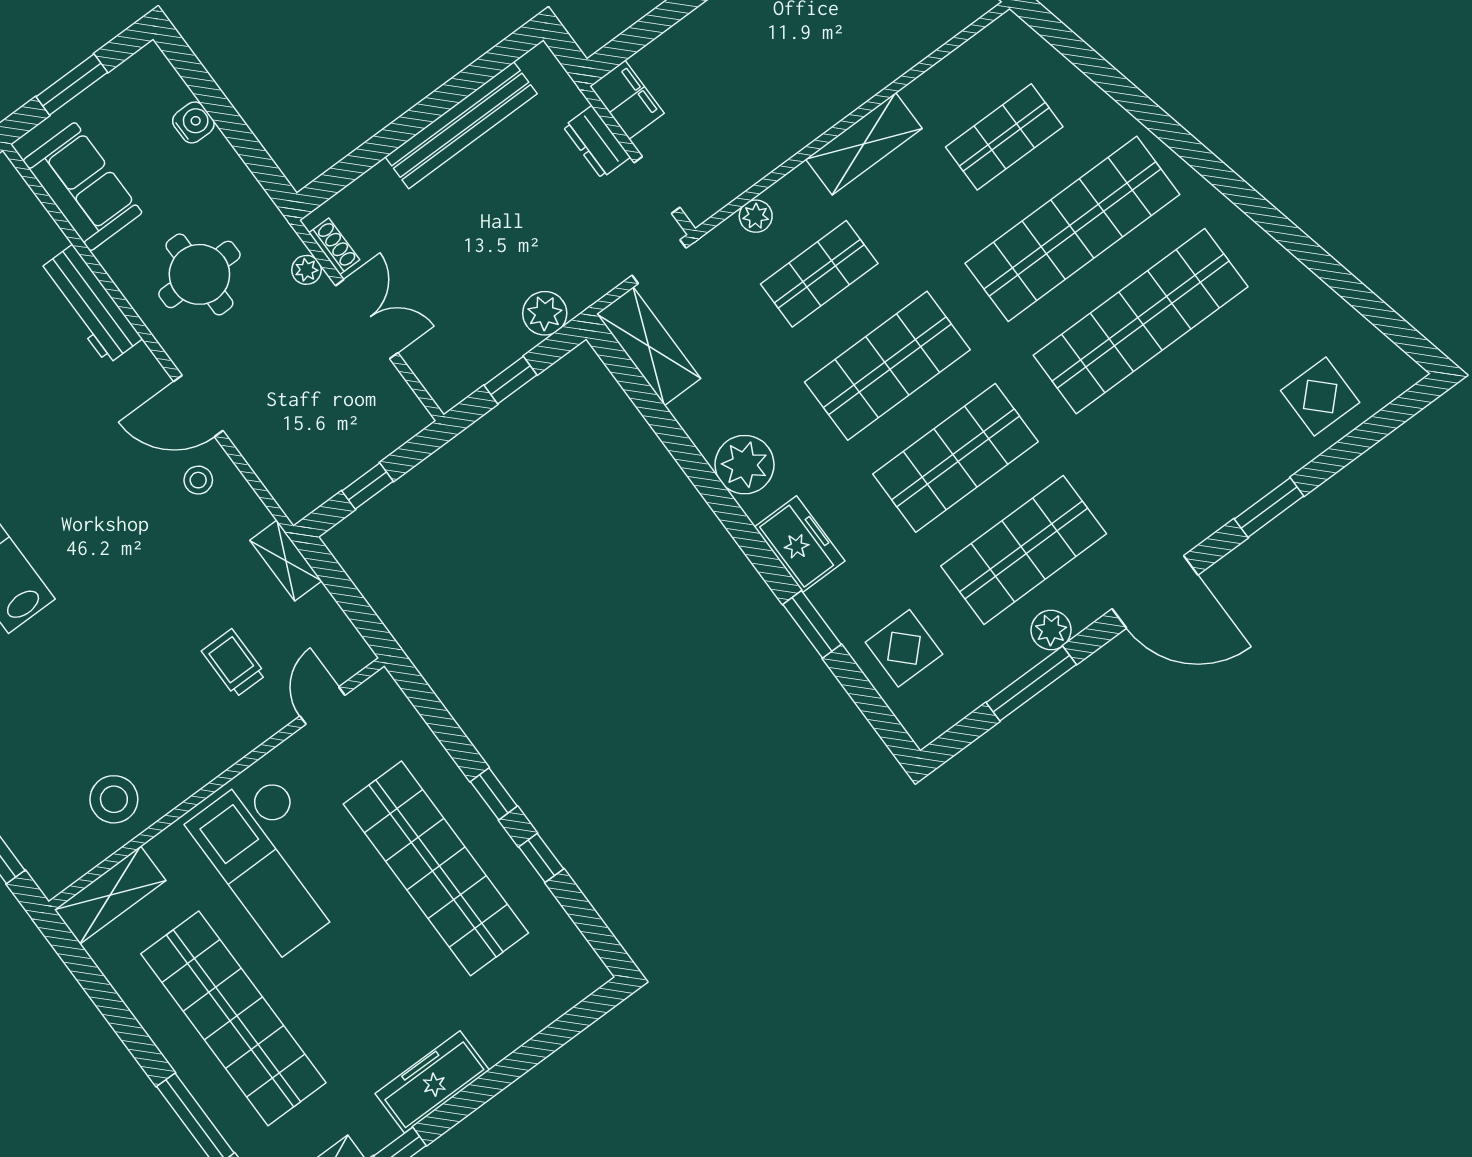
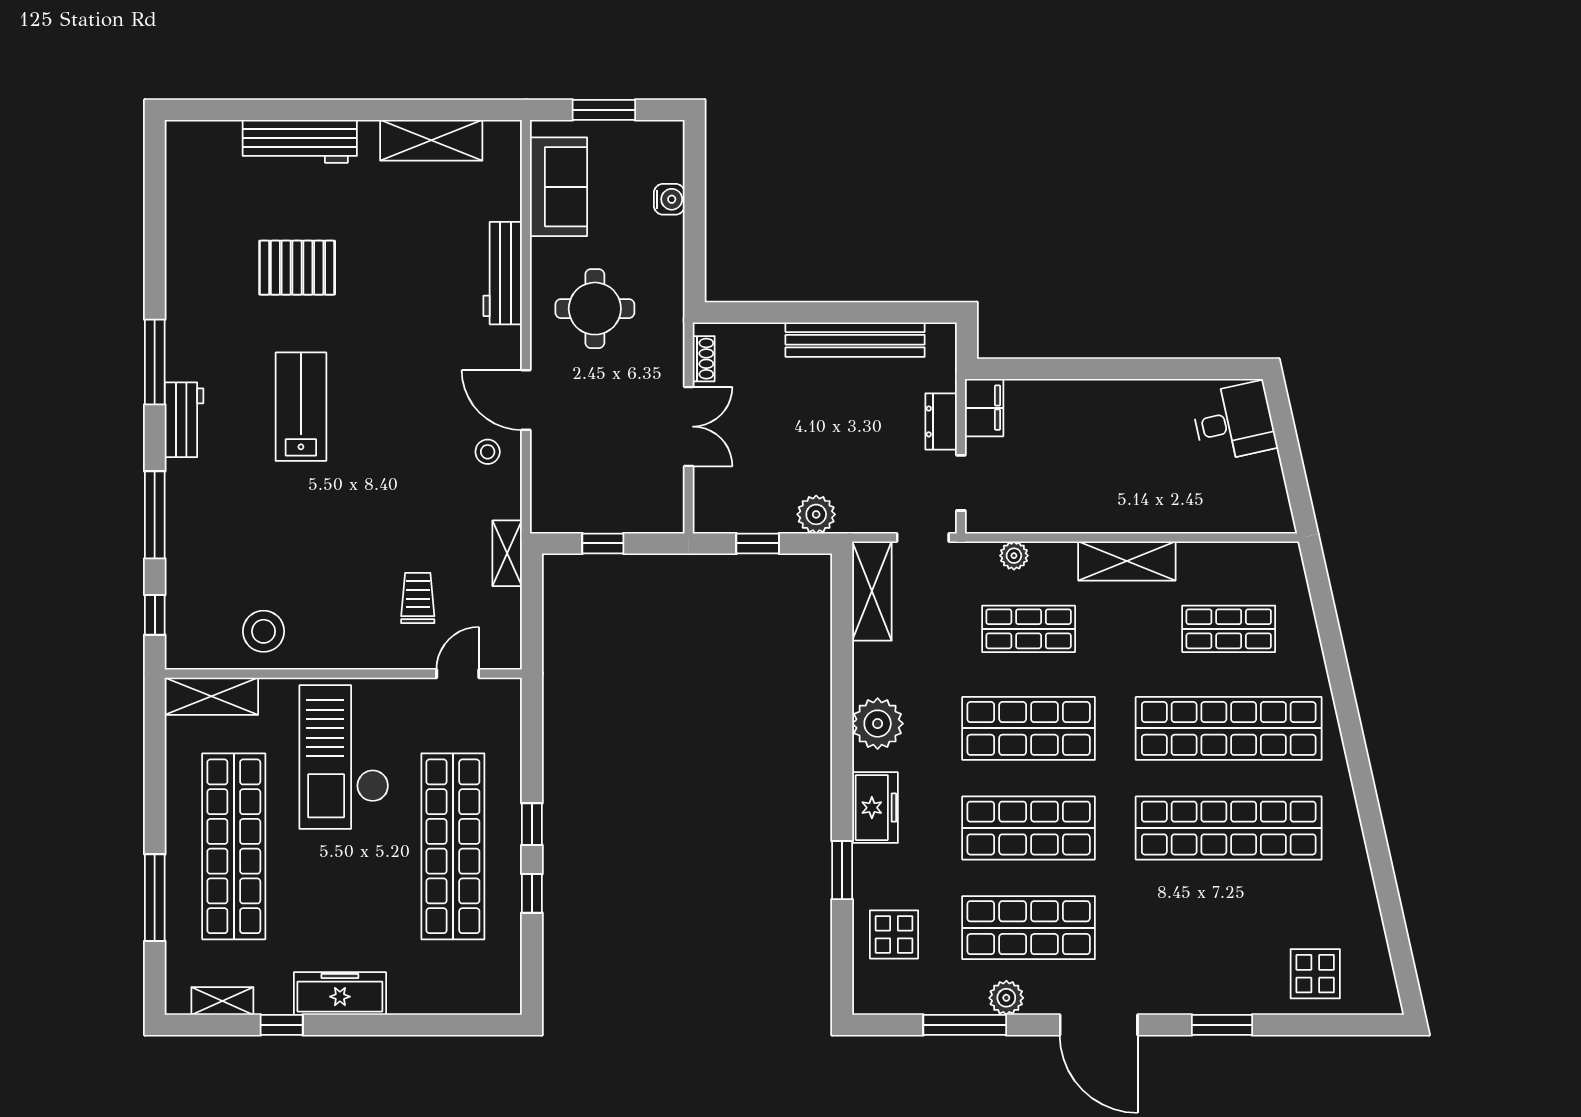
plant: (306, 270) -> (672, 361), removed

